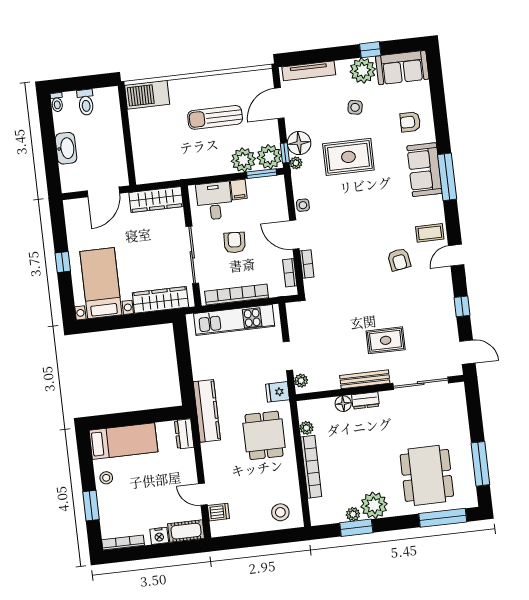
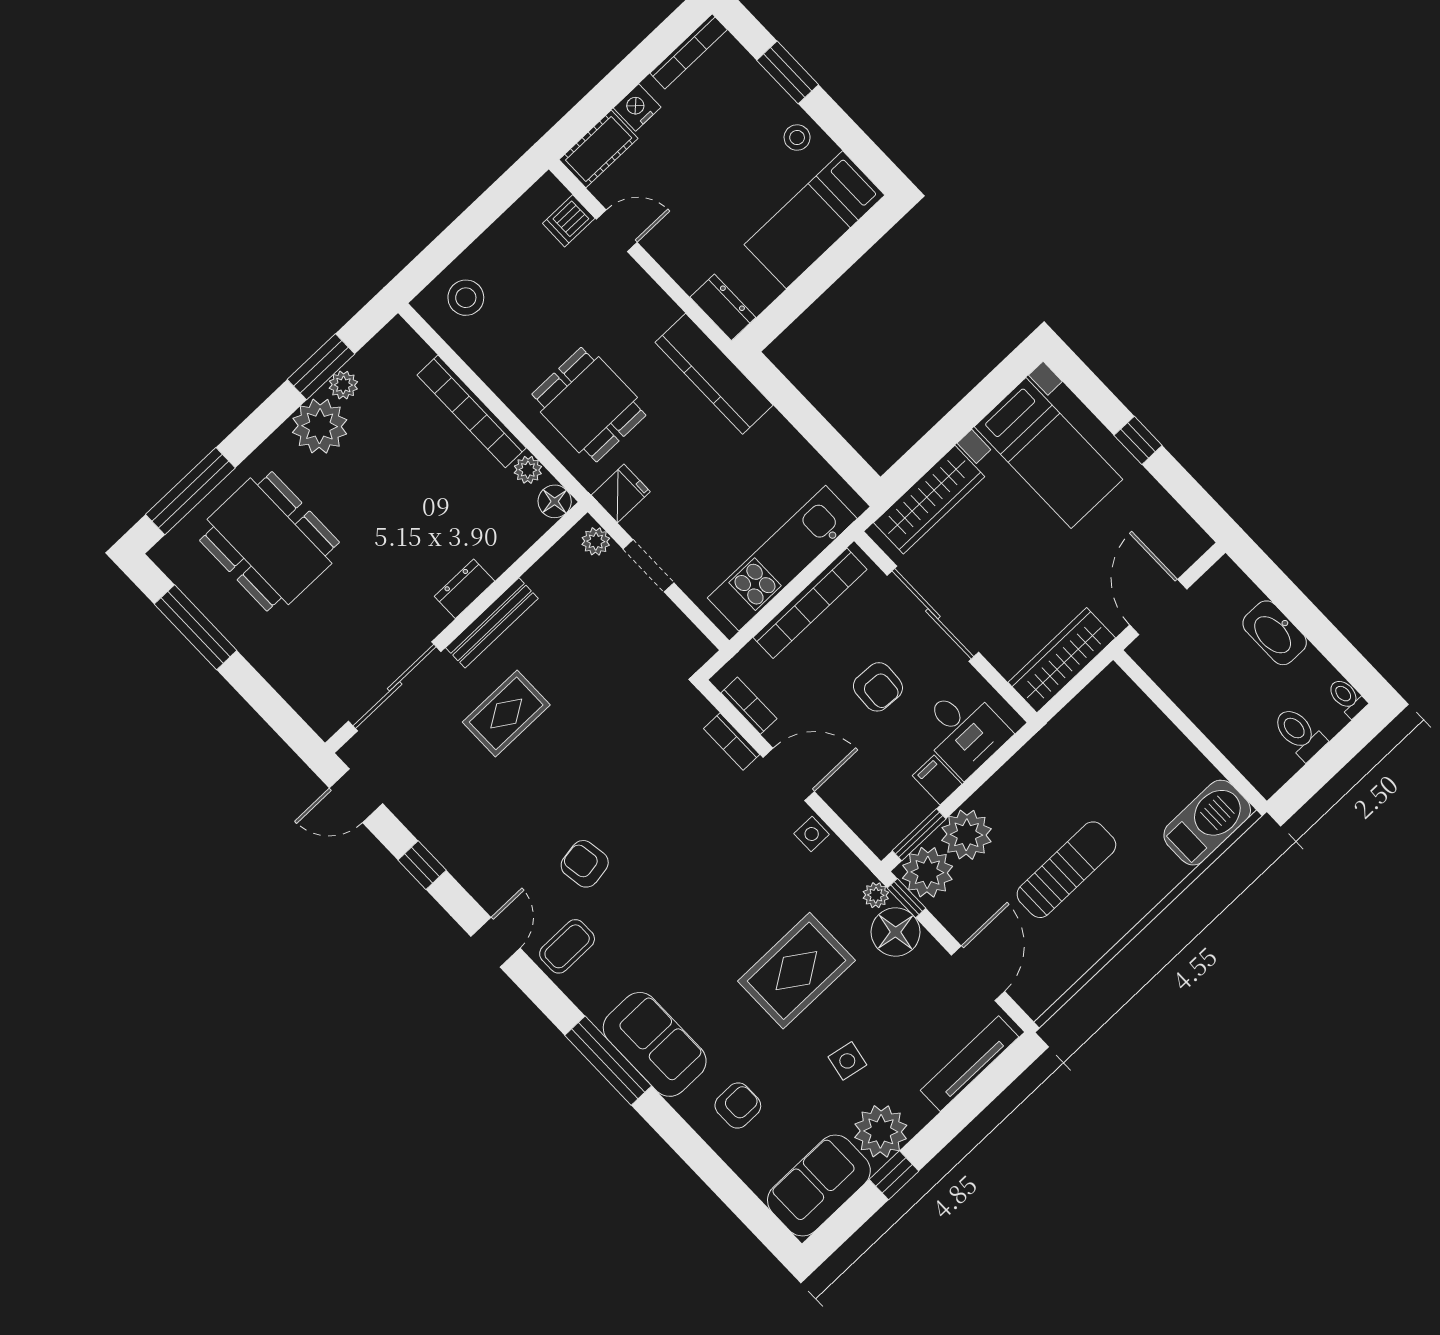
floor lamp: (343, 404) -> (555, 501), moved

